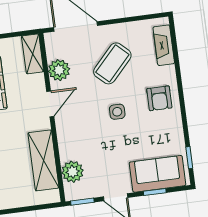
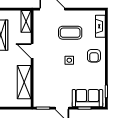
coffee table: (112, 63) -> (70, 33), turned 47
plant: (59, 70) -> (40, 32), removed
door: (50, 104) -> (32, 51), swing flipped
plant: (73, 172) -> (40, 91), removed

